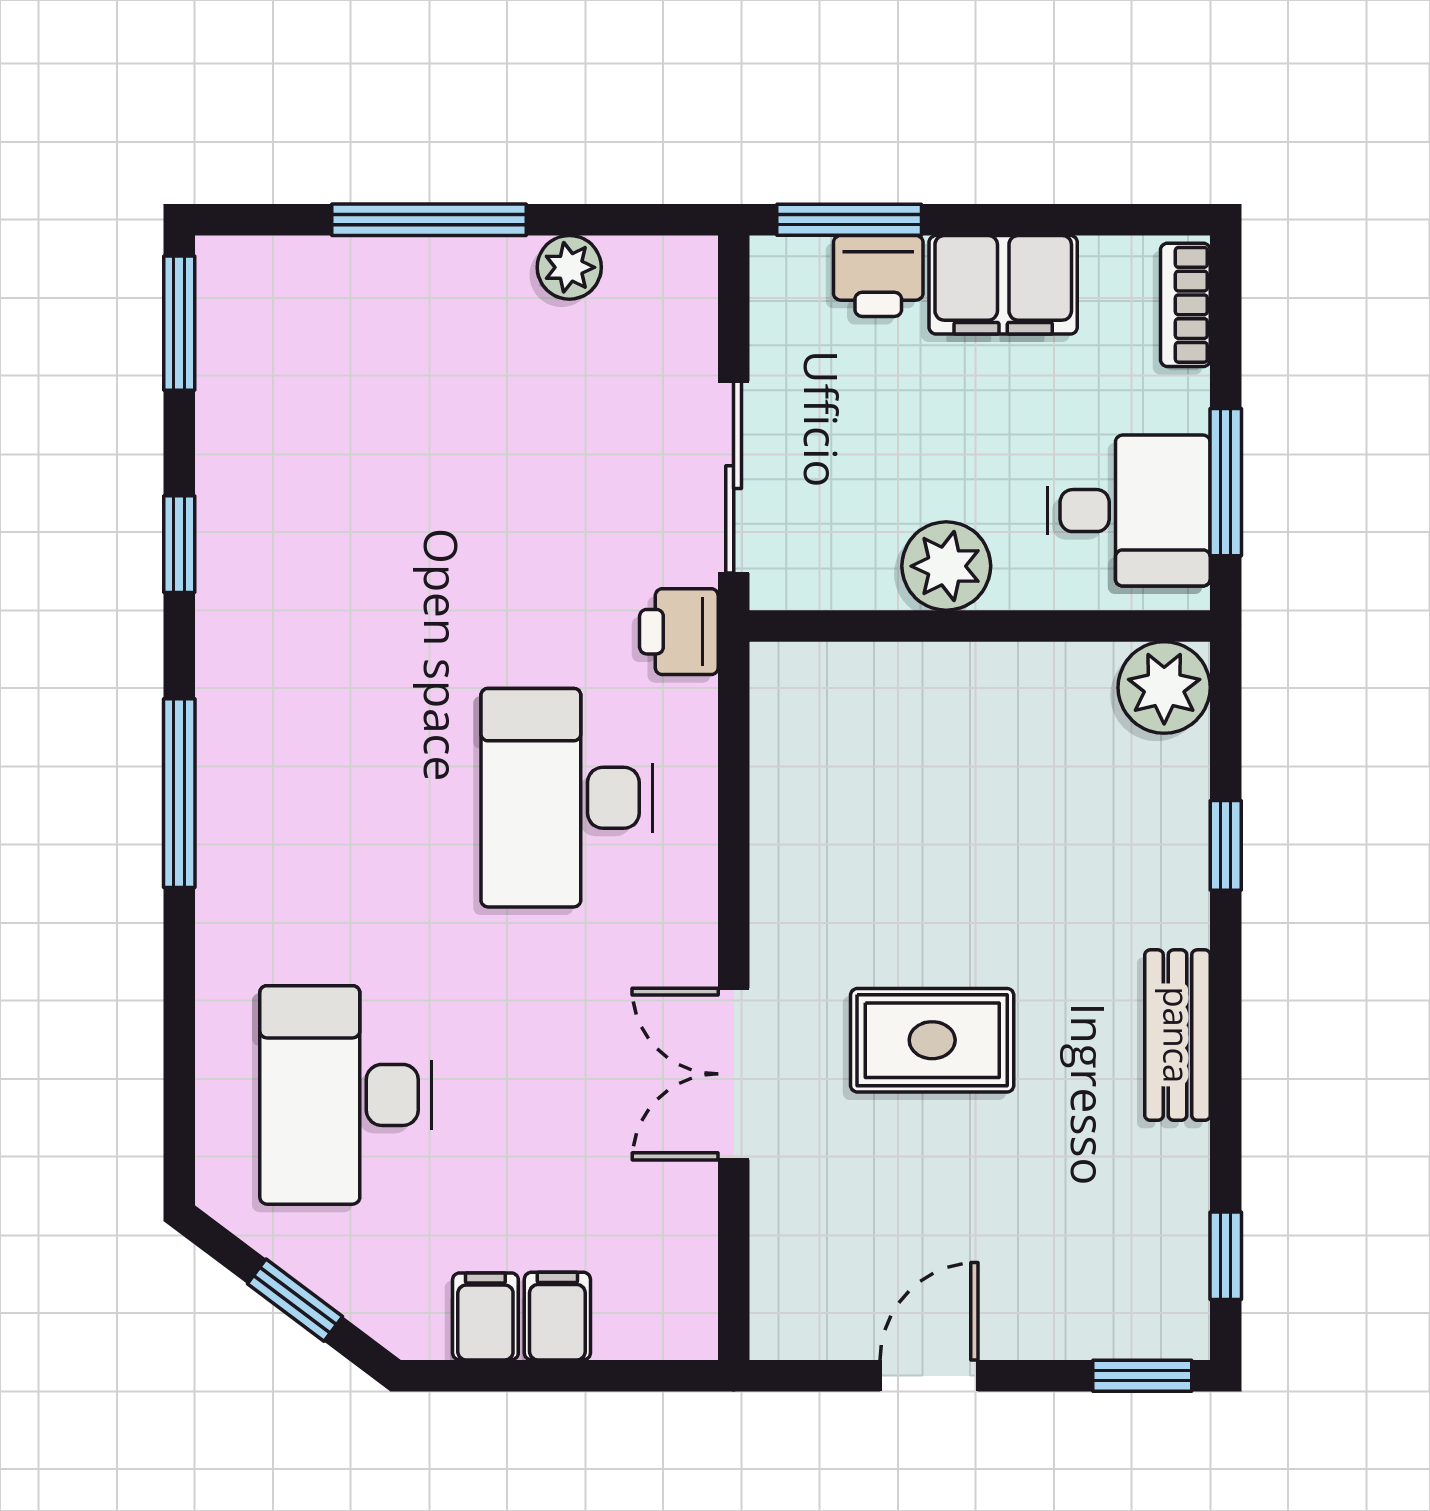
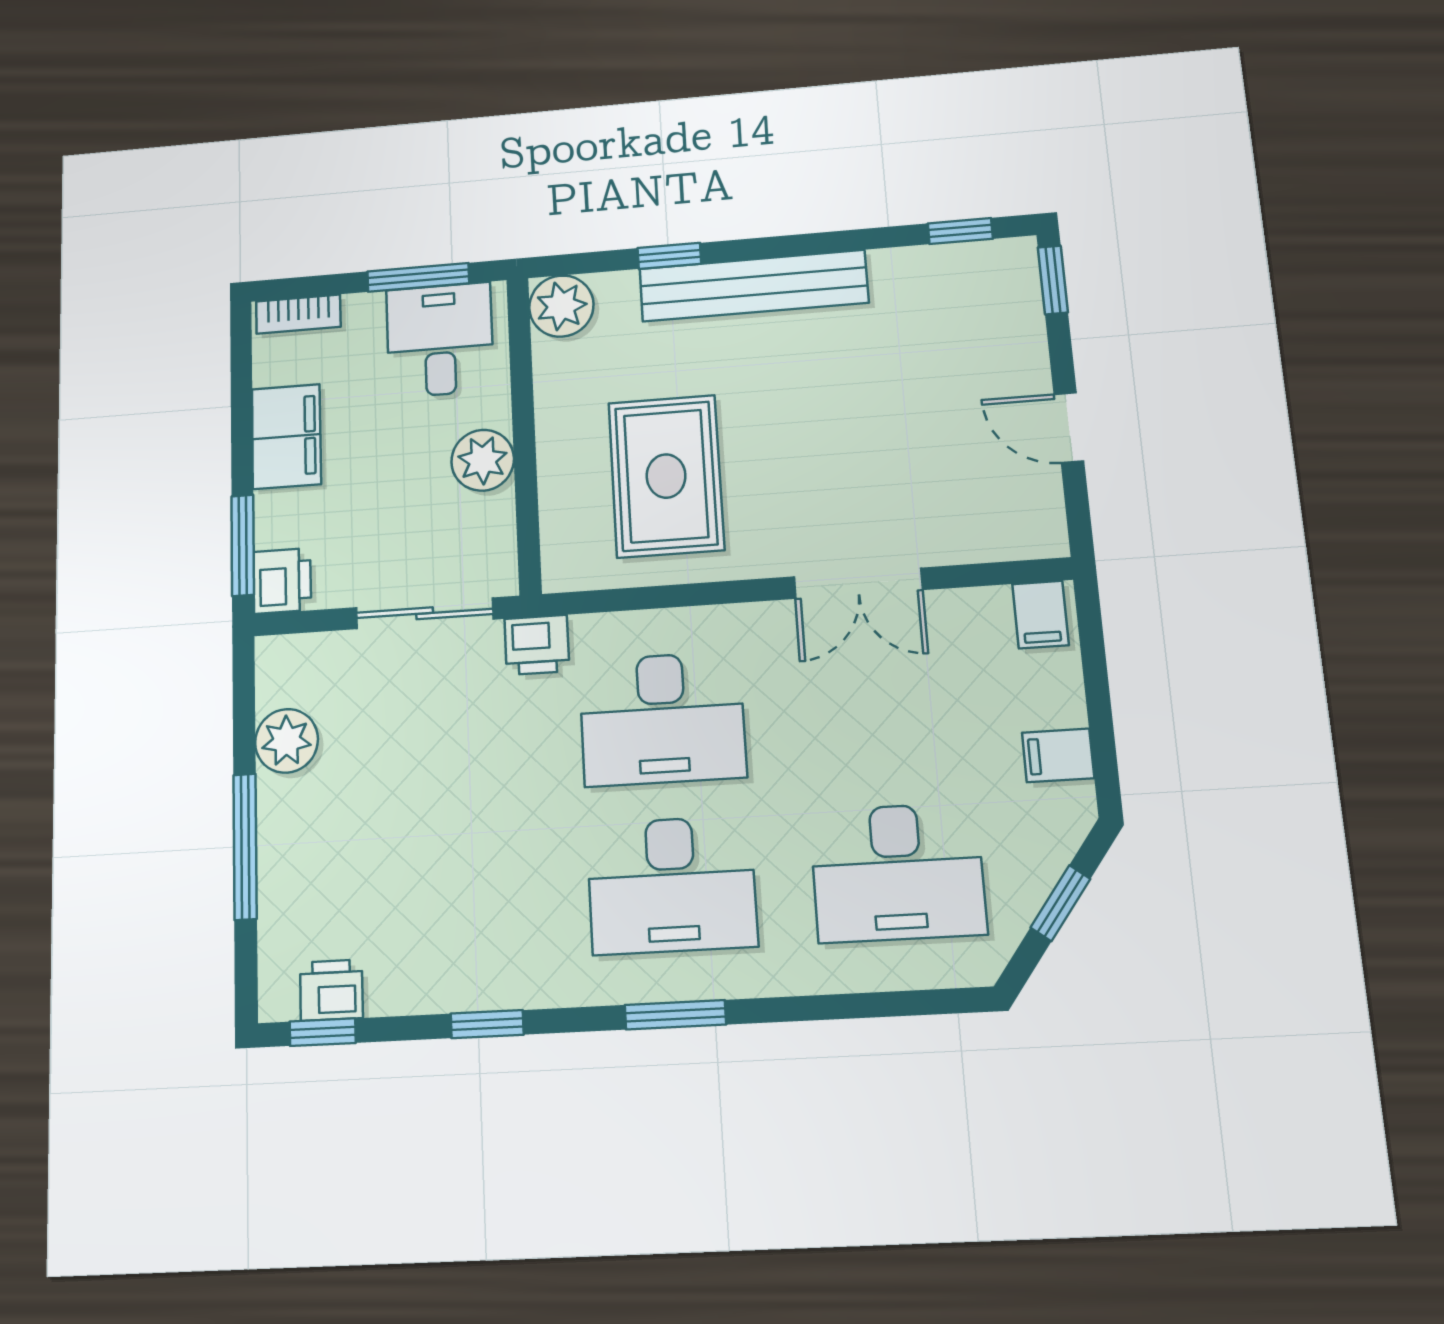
plant: (569, 267) -> (287, 741), width x1.38, depth x1.38
printer: (878, 276) -> (282, 581), moved
window: (179, 323) -> (323, 1032), width x0.67
printer: (233, 336) -> (331, 990), added
window: (179, 793) -> (675, 1015), width x0.69
desk: (346, 798) -> (672, 885), added
bench: (1177, 1035) -> (753, 286), width x1.86, depth x1.21
rug: (932, 1040) -> (666, 476), moved, width x1.36, depth x1.43
filing cabinet: (557, 1316) -> (1040, 615), moved, turned -90

